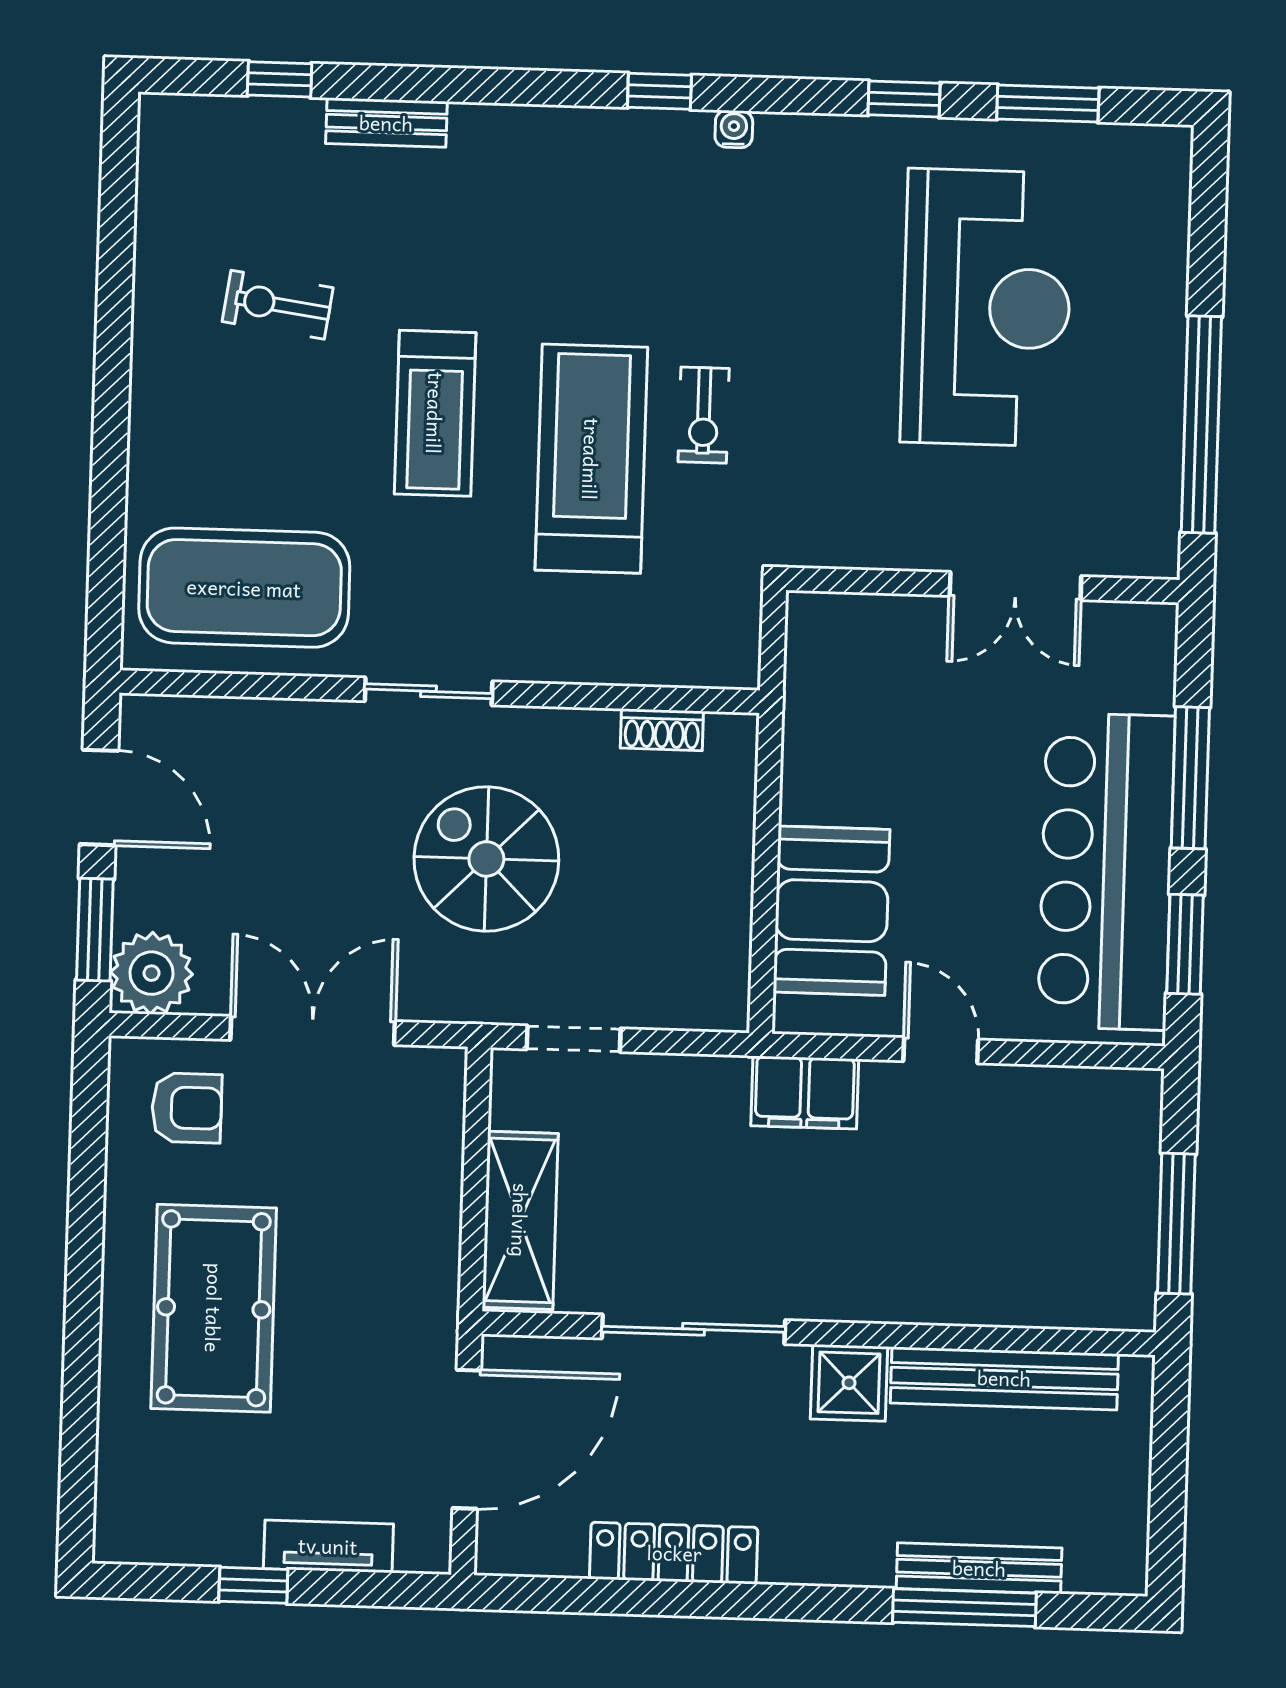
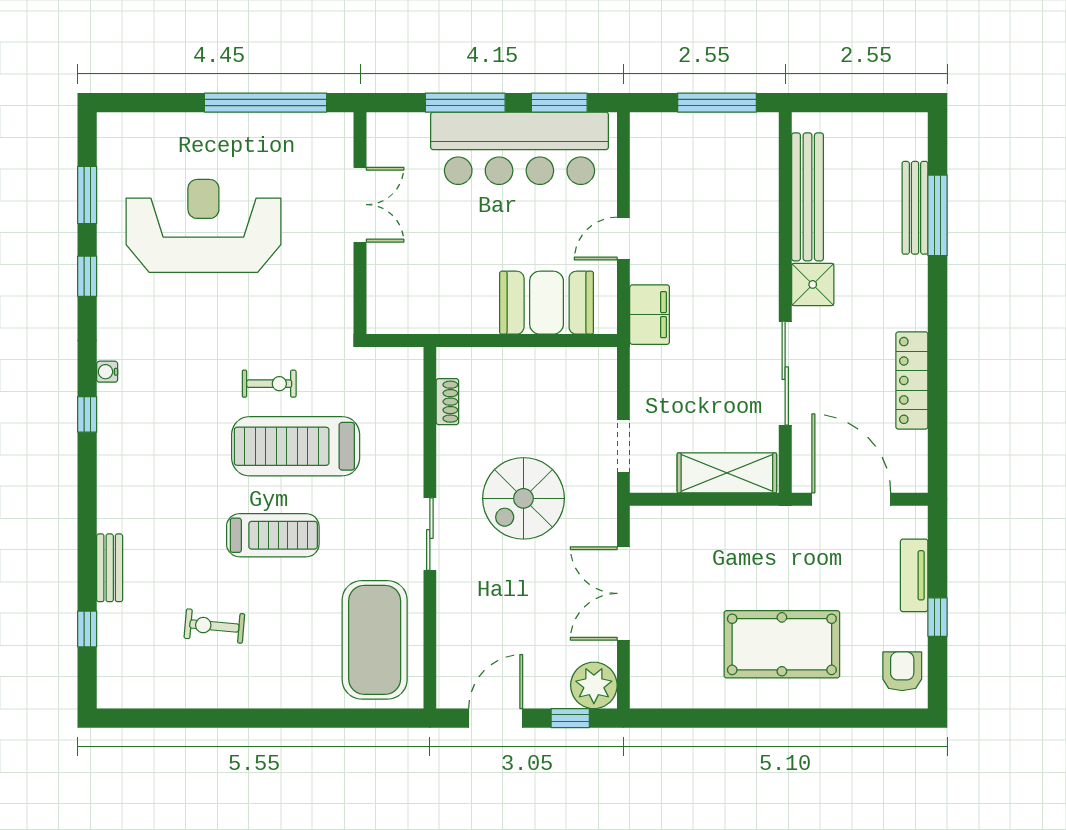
exercise bike: (278, 305) -> (214, 626), turned 87
window: (95, 930) -> (570, 718), width x0.67
armchair: (187, 1108) -> (902, 671), moved

